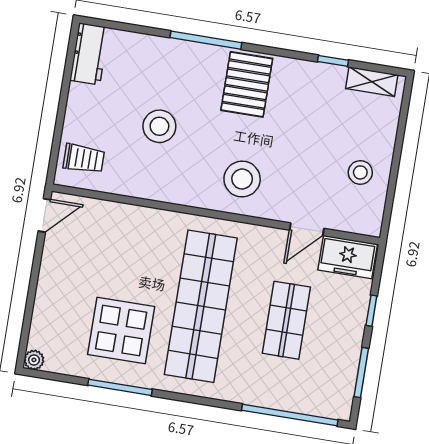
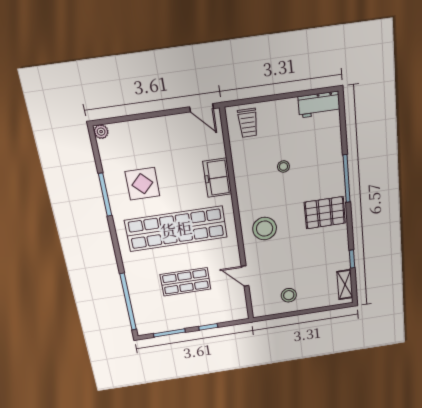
stool: (159, 126) -> (283, 166), width x0.53, depth x0.53
freezer: (348, 257) -> (217, 178), moved
display table: (121, 330) -> (142, 184), width x0.73, depth x0.73

